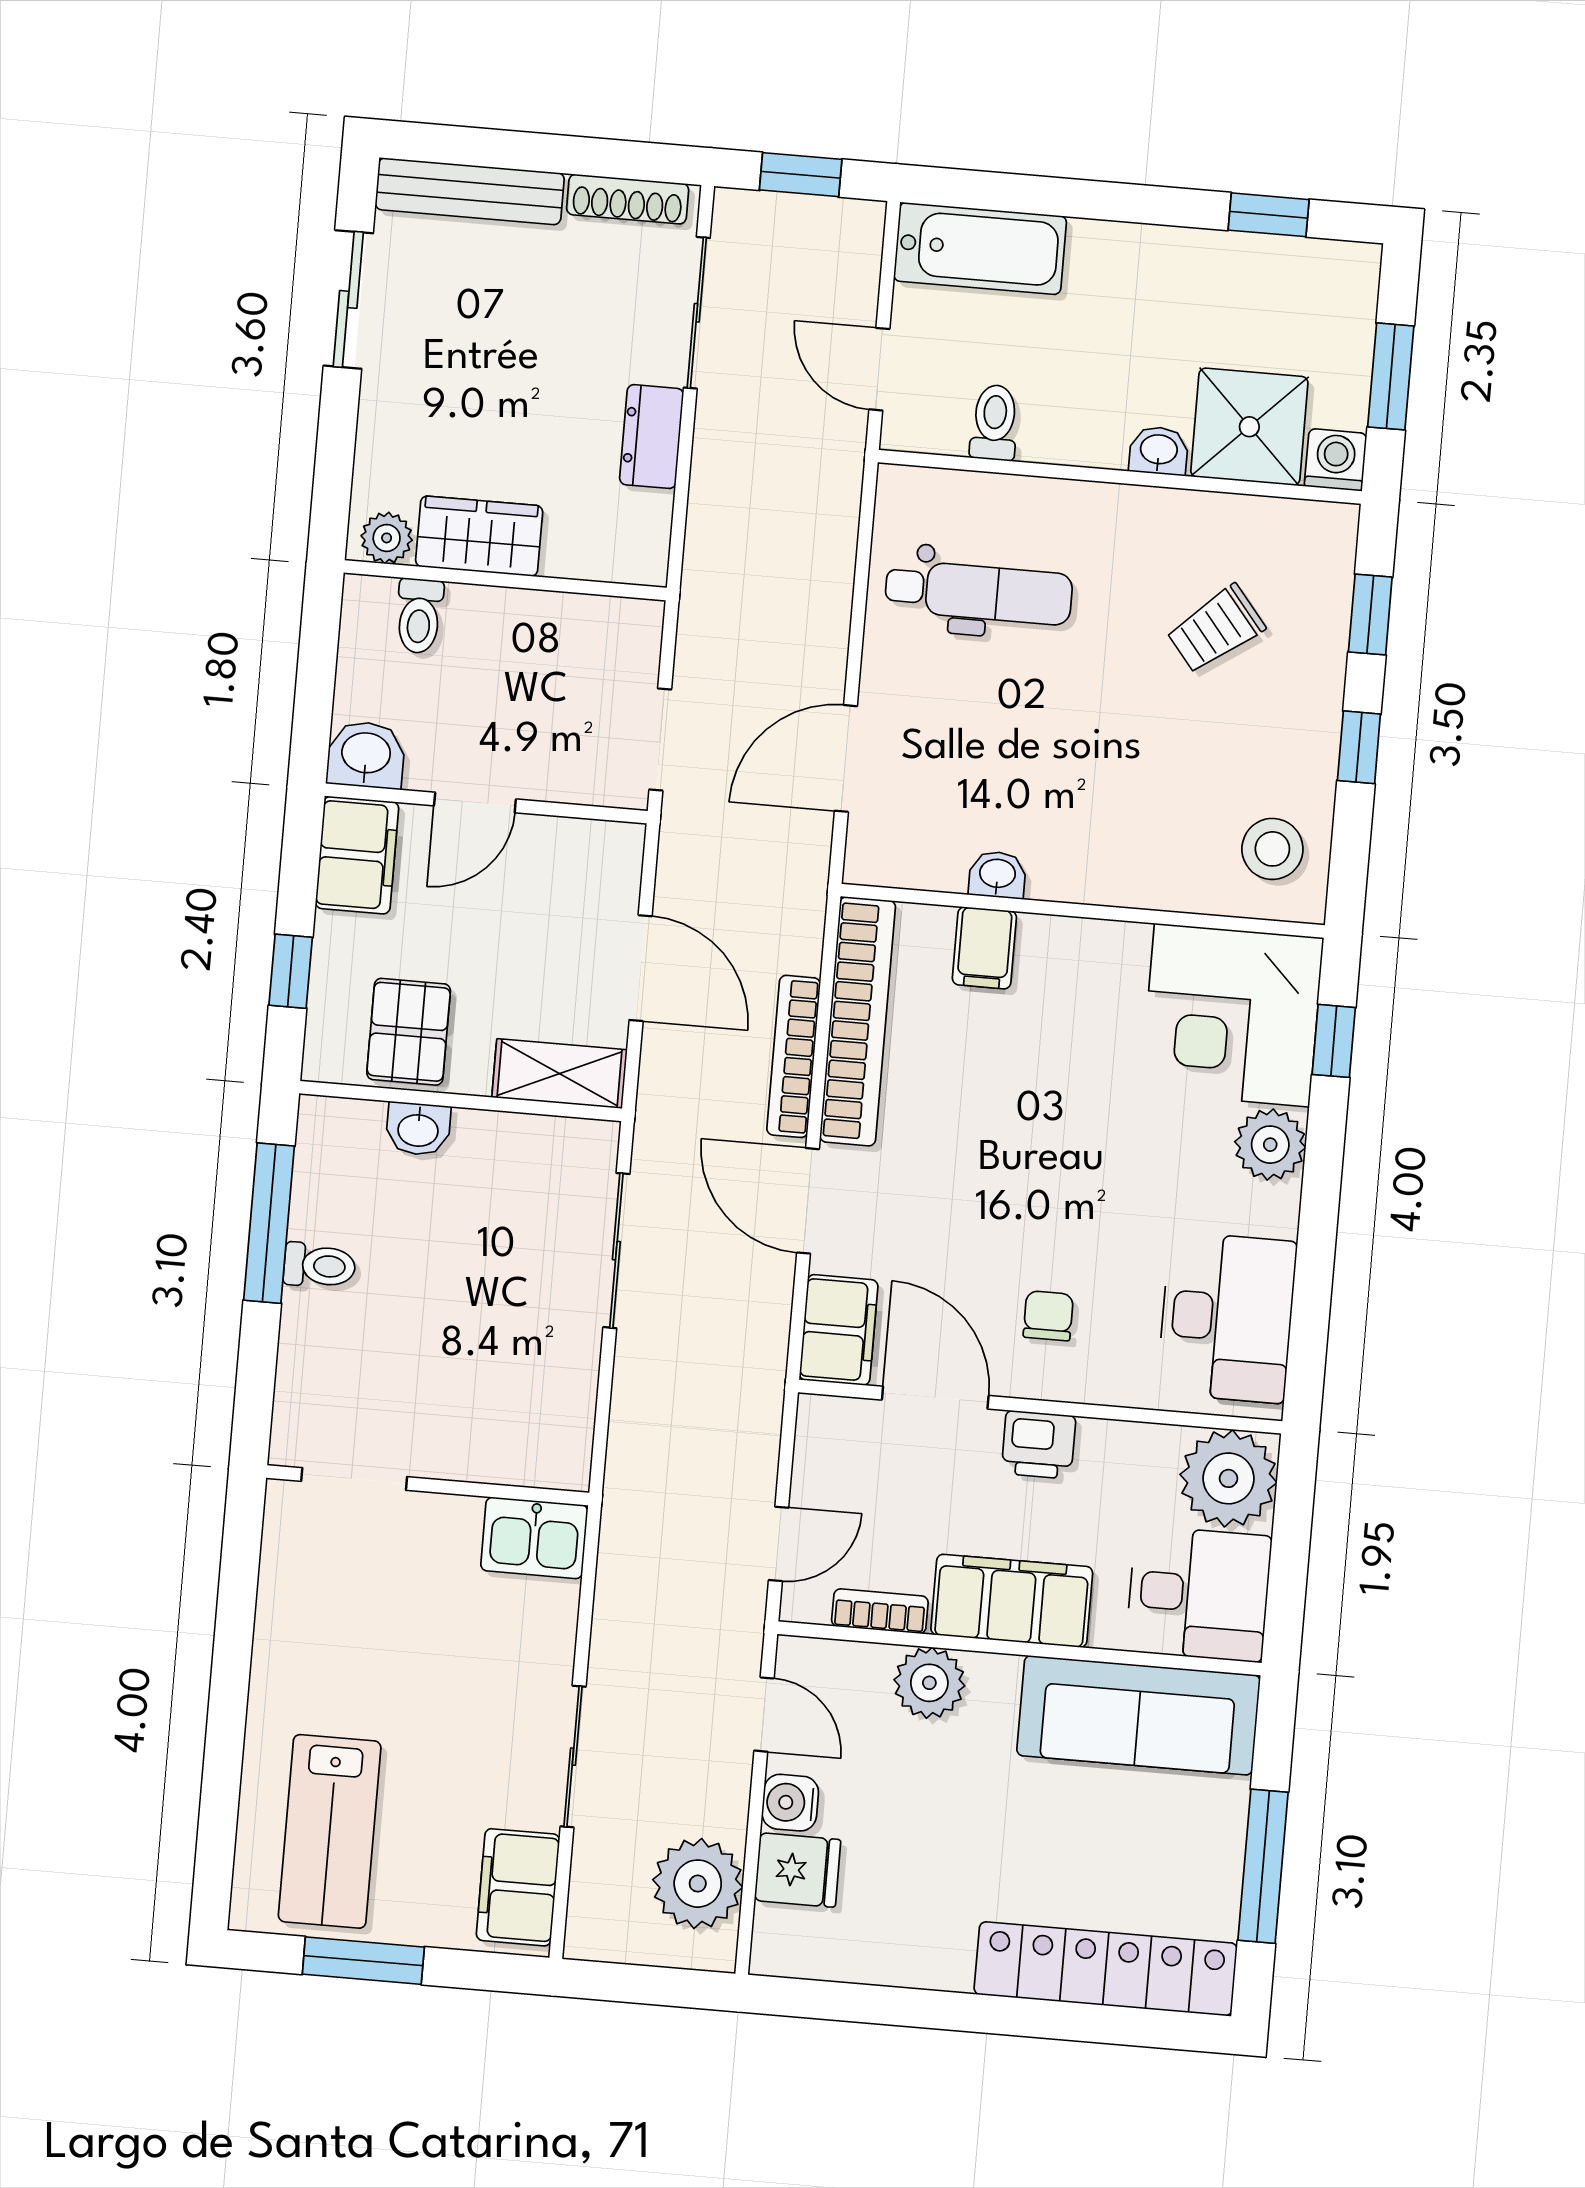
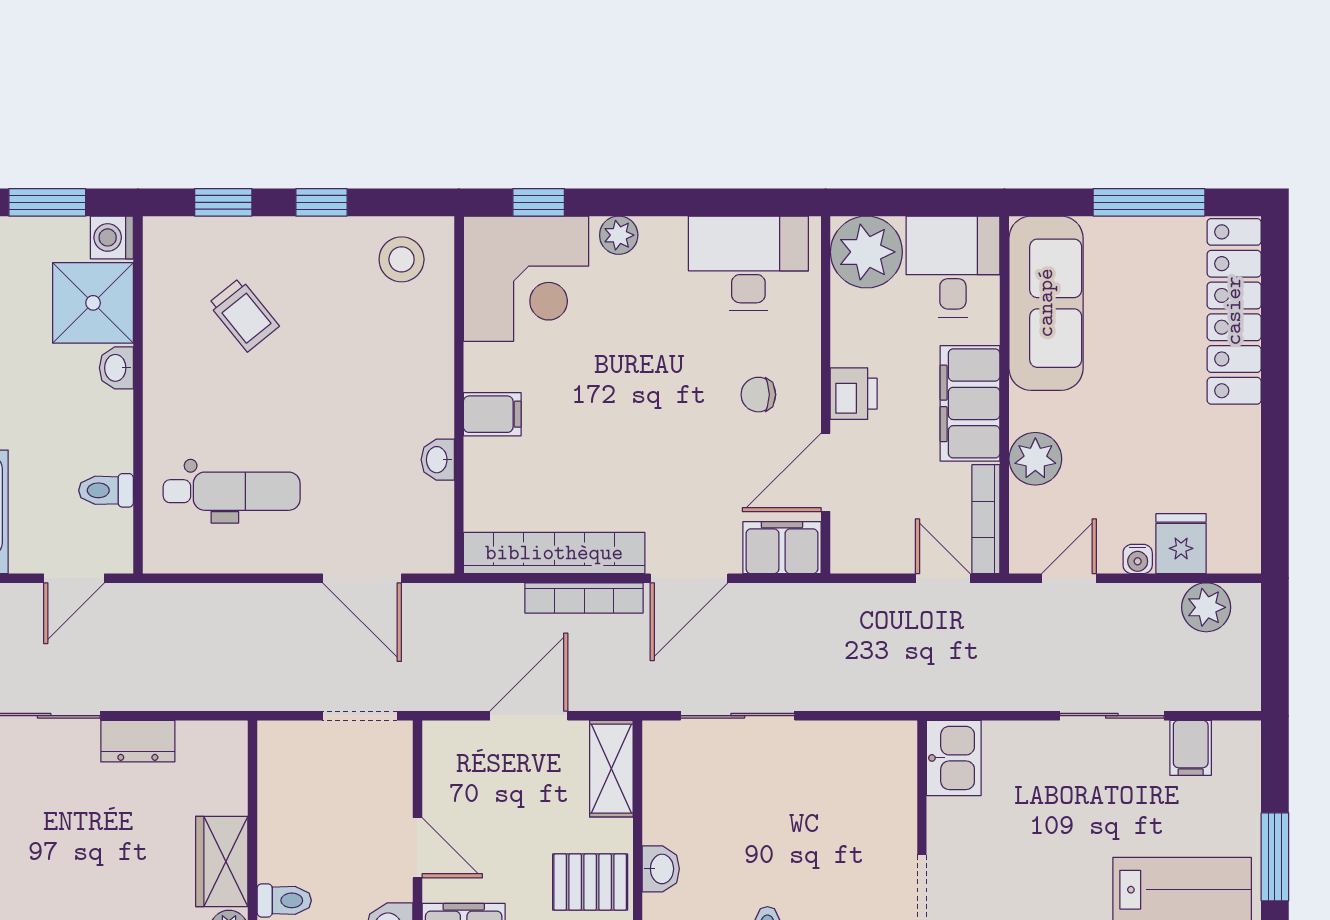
dental chair: (979, 592) -> (232, 491), turned 90
filing cabinet: (984, 948) -> (492, 414), moved
plant: (1270, 1145) -> (619, 235), width x0.73, depth x0.73
bookcase: (880, 1611) -> (986, 519), width x1.56
water cooler: (790, 1803) -> (1138, 559), width x0.72, depth x0.72
plant: (698, 1884) -> (1206, 607), width x0.73, depth x0.73
filing cabinet: (518, 1887) -> (1191, 748), width x0.50

